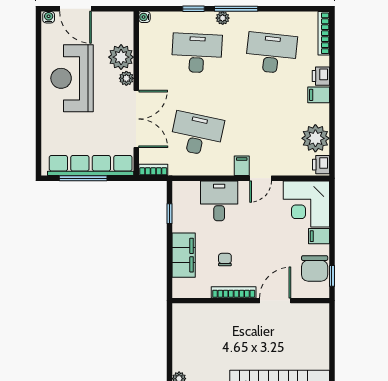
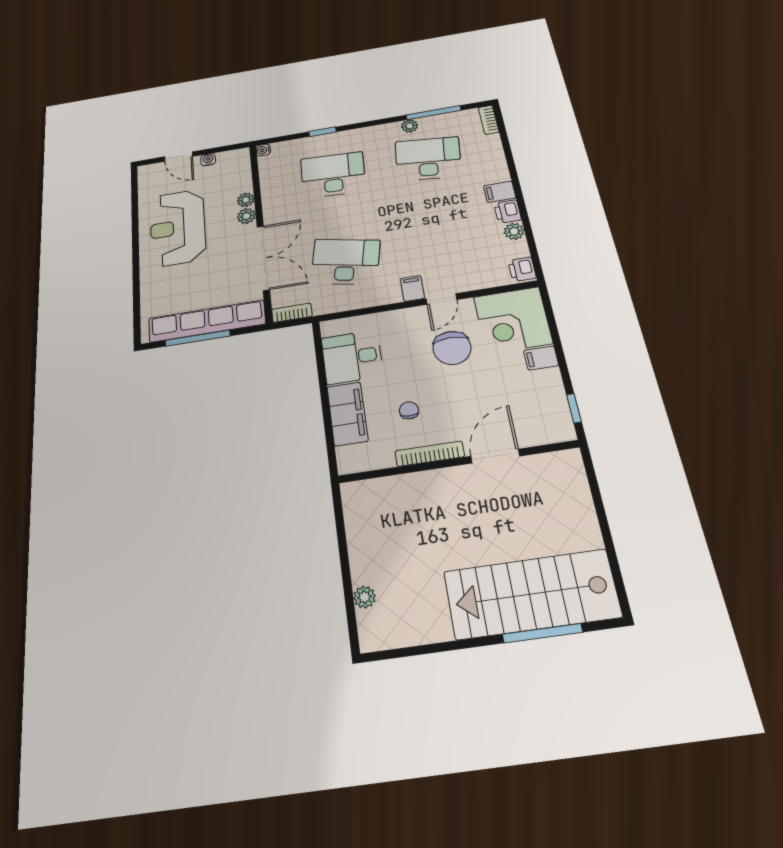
door: (75, 9) -> (179, 157), width x0.73
window: (236, 9) -> (433, 113), moved
water cooler: (49, 17) -> (208, 160), moved
plant: (223, 18) -> (410, 126), moved
bookcase: (324, 33) -> (489, 120), width x0.64
plant: (121, 57) -> (246, 200), width x0.53, depth x0.53
printer: (321, 76) -> (508, 212), moved
plant: (315, 138) -> (514, 231), width x0.53, depth x0.53
desk: (219, 201) -> (352, 357), moved, turned -90
window: (169, 214) -> (320, 363), removed
chair: (315, 268) -> (452, 348), moved

